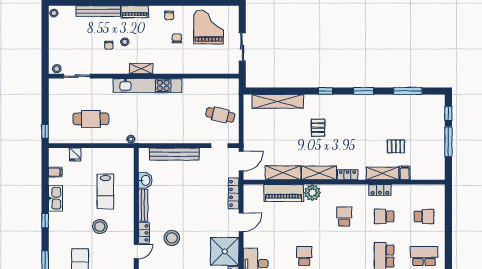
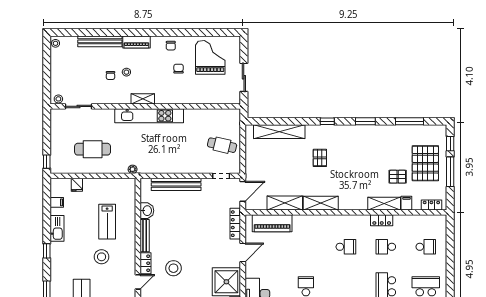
pallet: (424, 133) -> (425, 163), added
locker: (347, 175) -> (431, 205), moved
piano: (284, 193) -> (272, 223), moved
plant: (312, 193) -> (314, 223), removed
school desk: (344, 217) -> (346, 247), turned 90

